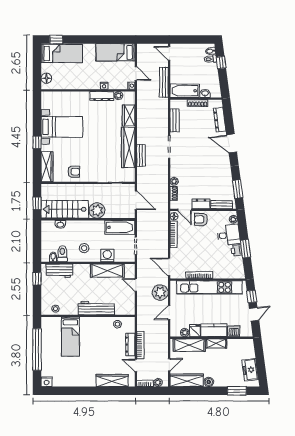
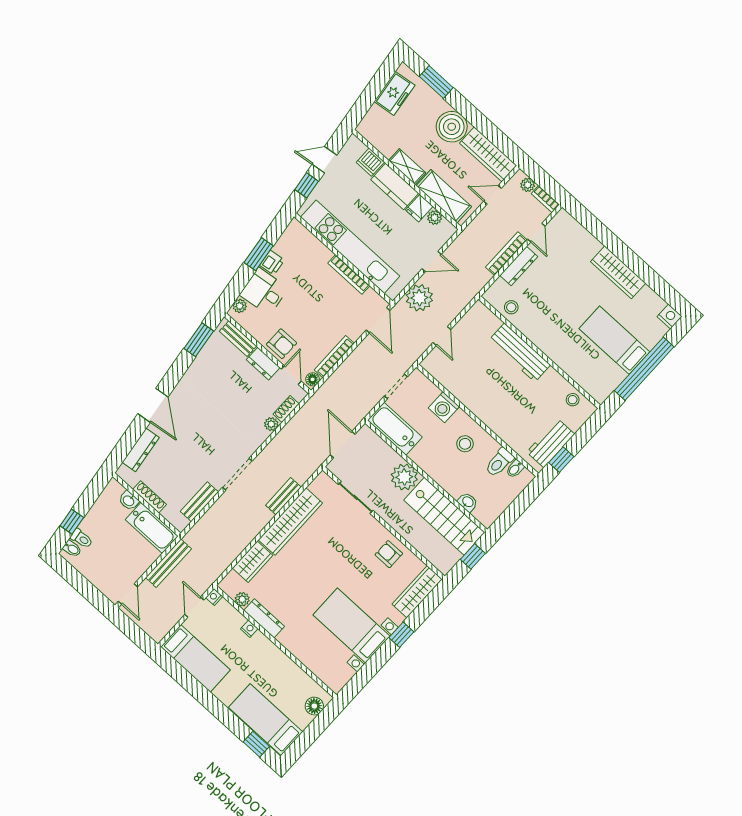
workbench: (59, 271) -> (551, 443), moved, turned -90
shelving: (107, 271) -> (462, 388), removed
bed: (70, 337) -> (614, 340), moved, turned -90
wardrobe: (112, 380) -> (618, 272), moved
boiler: (209, 382) -> (452, 127), width x1.86, depth x1.86

